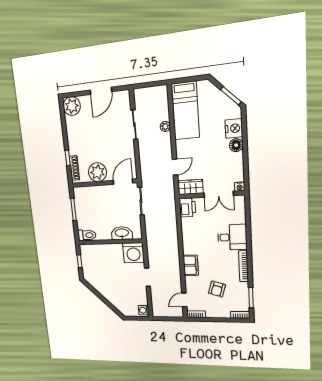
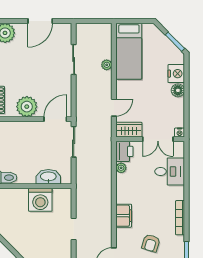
plant: (185, 223) -> (121, 168), added
desk: (232, 237) -> (170, 171), moved
washing machine: (133, 253) -> (40, 200), moved

